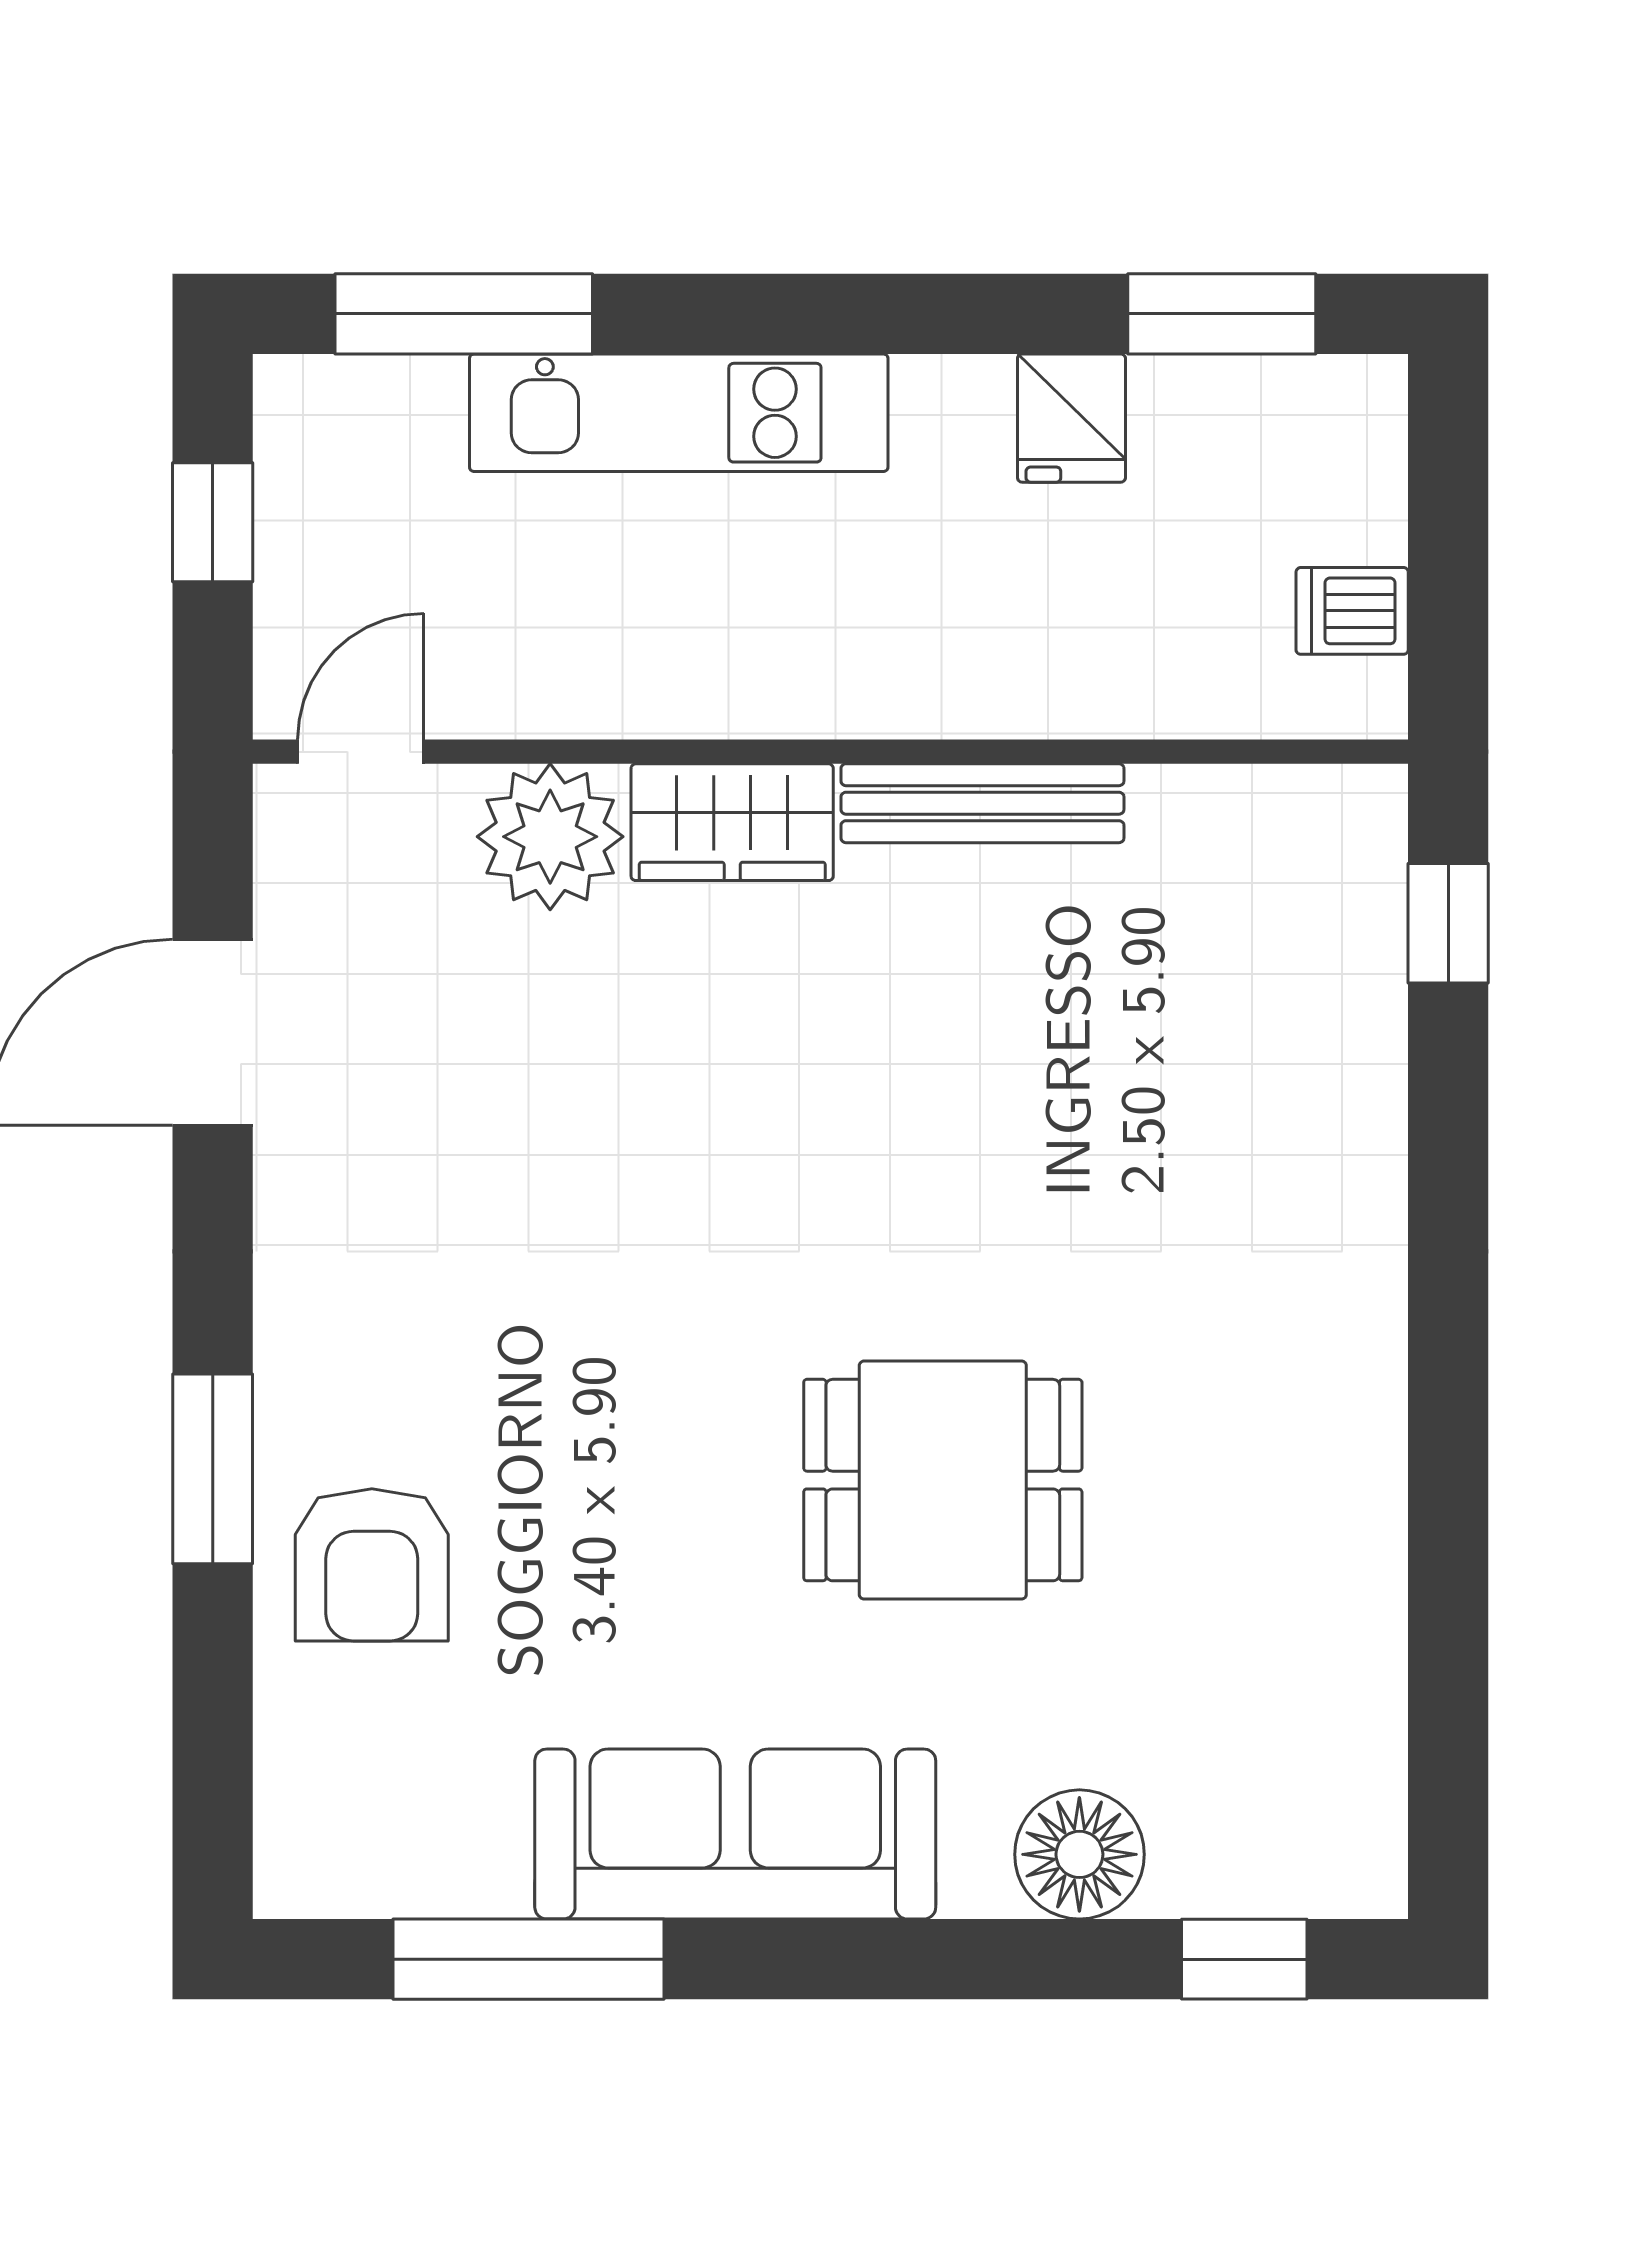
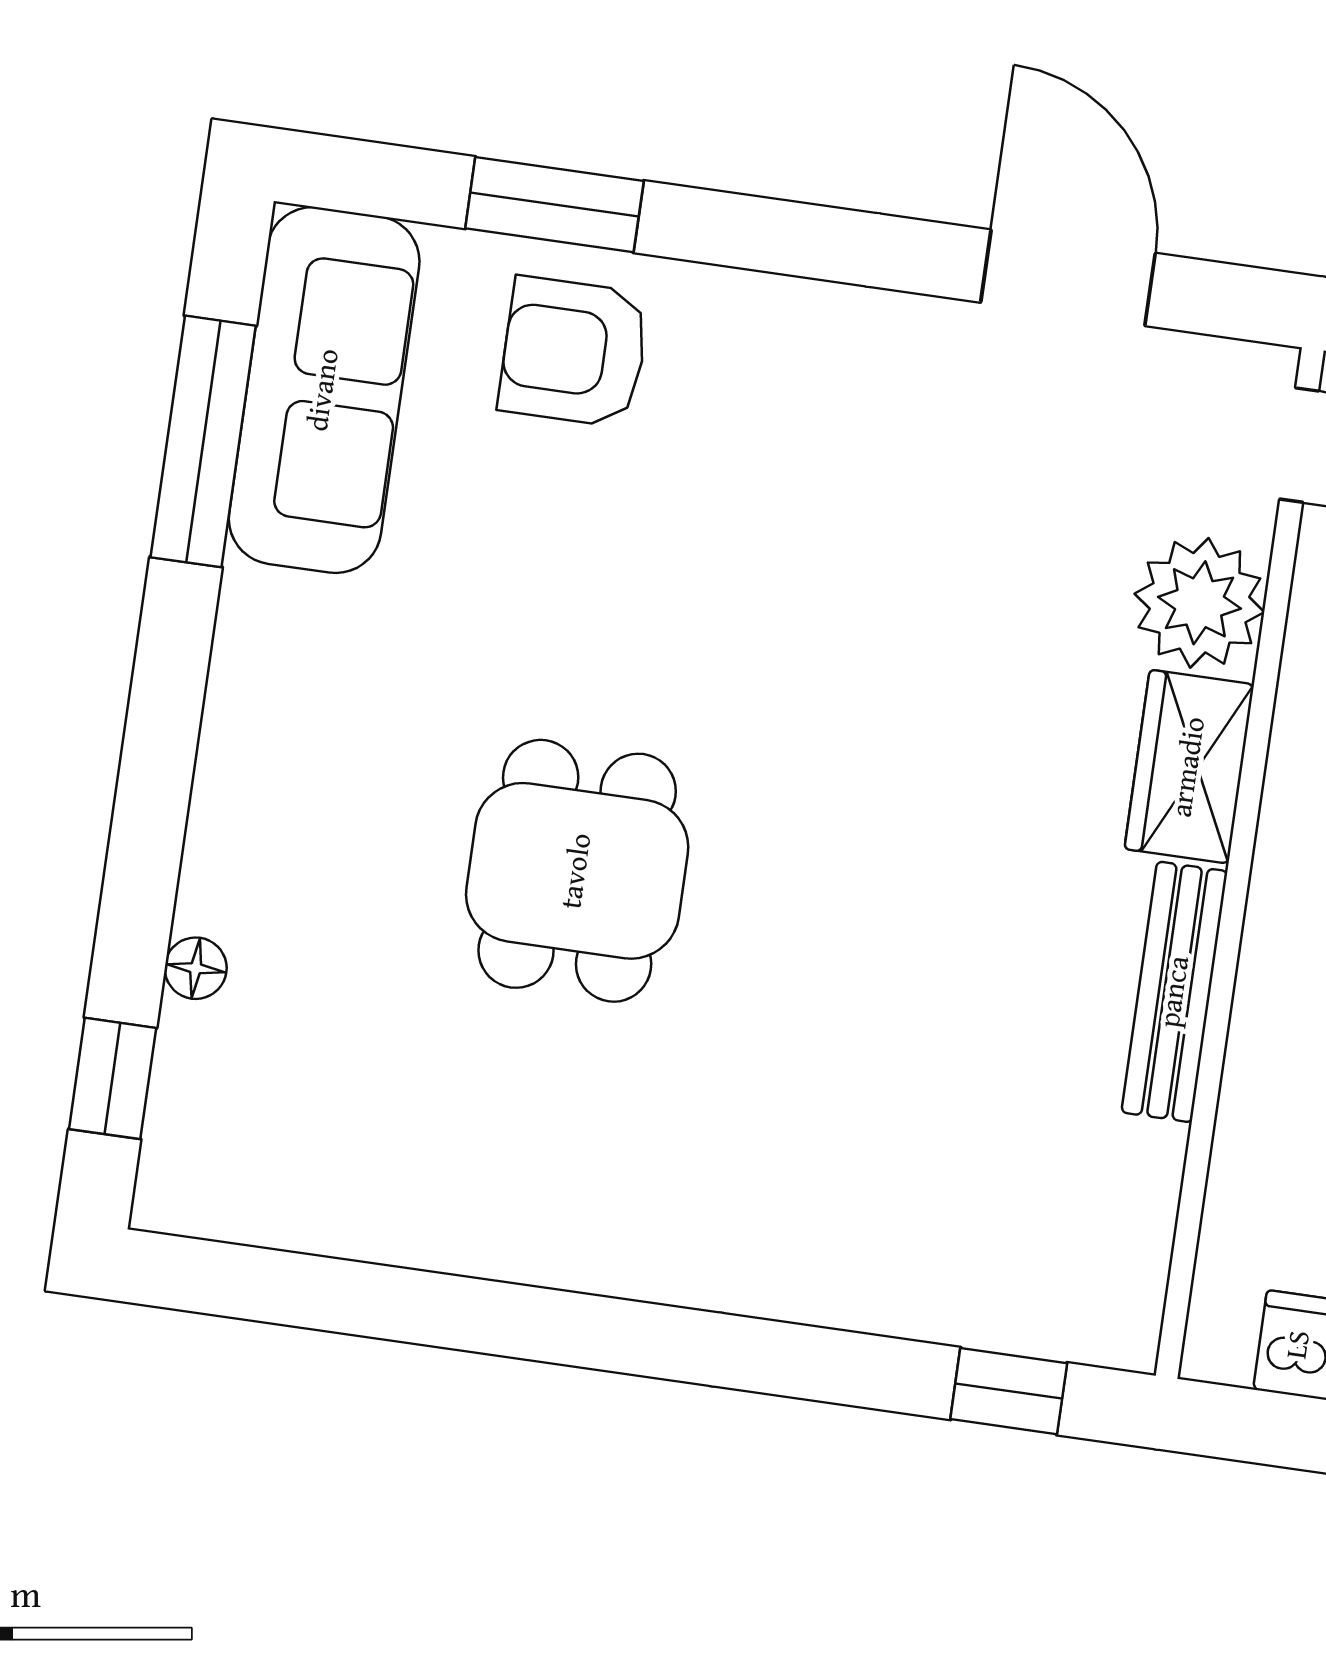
window: (213, 1469) -> (554, 205), moved
sofa: (735, 1834) -> (324, 390), moved
floor lamp: (1079, 1854) -> (196, 968), width x0.53, depth x0.53

